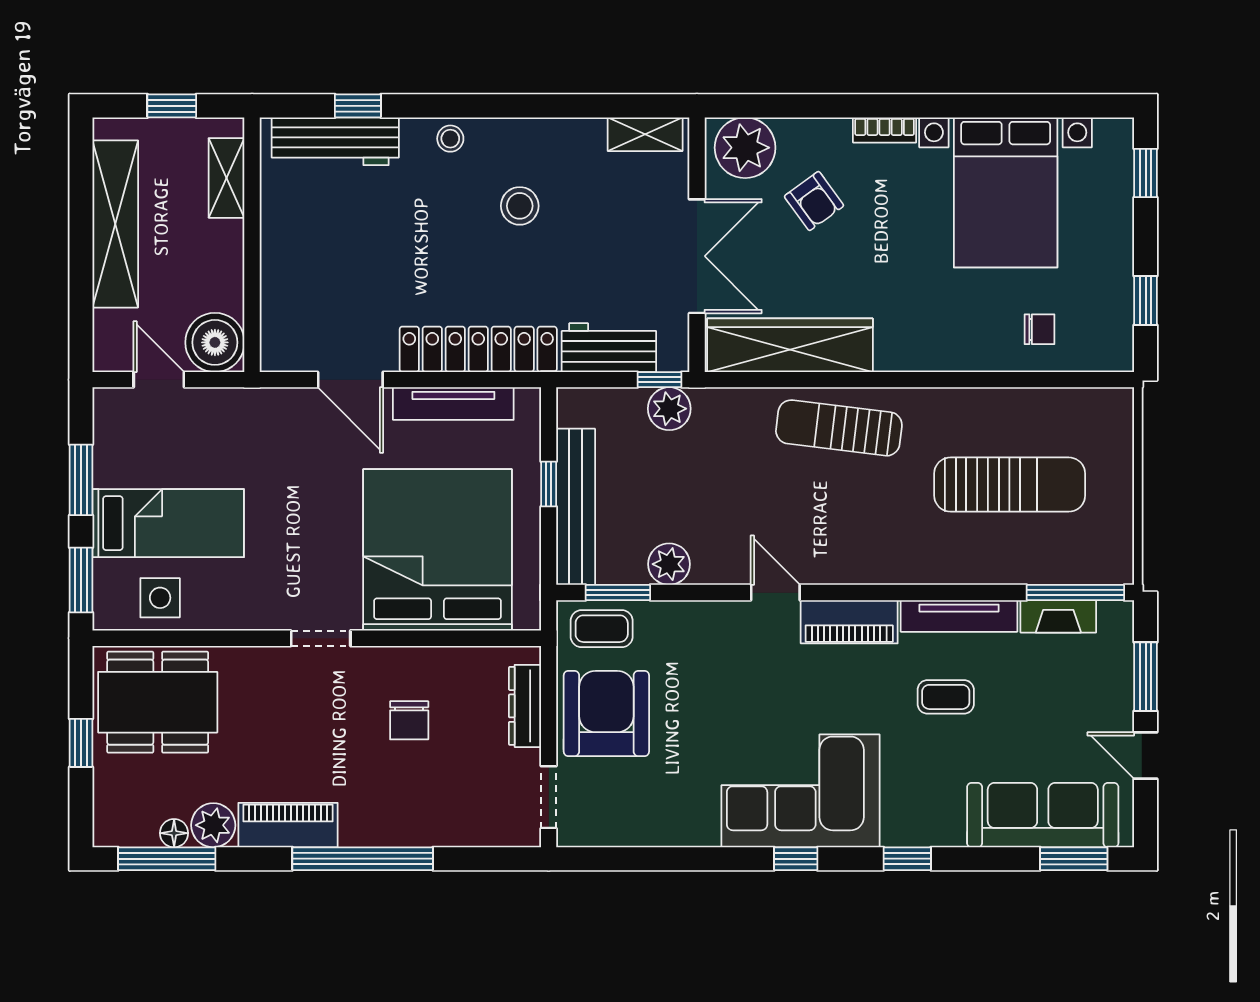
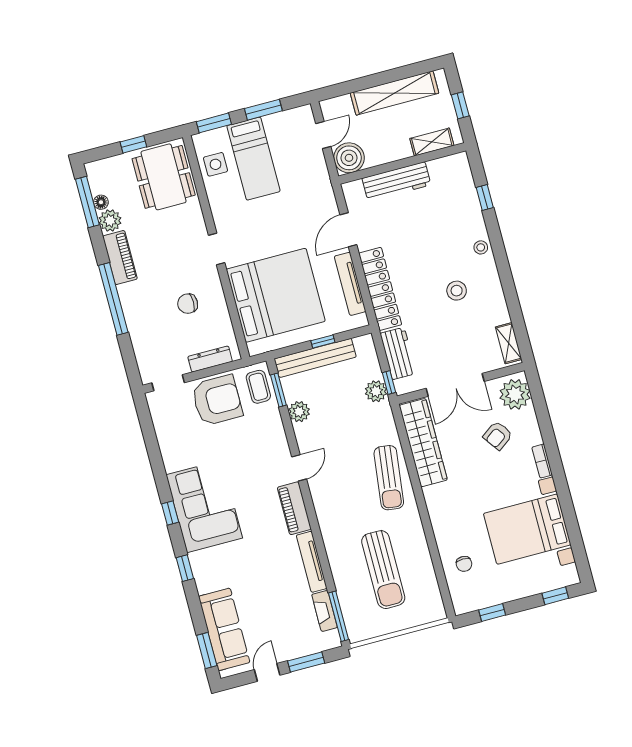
workbench: (335, 141) -> (396, 182), moved, turned -90
sun lounger: (839, 428) -> (389, 478), turned 180
coffee table: (946, 697) -> (270, 566), removed

